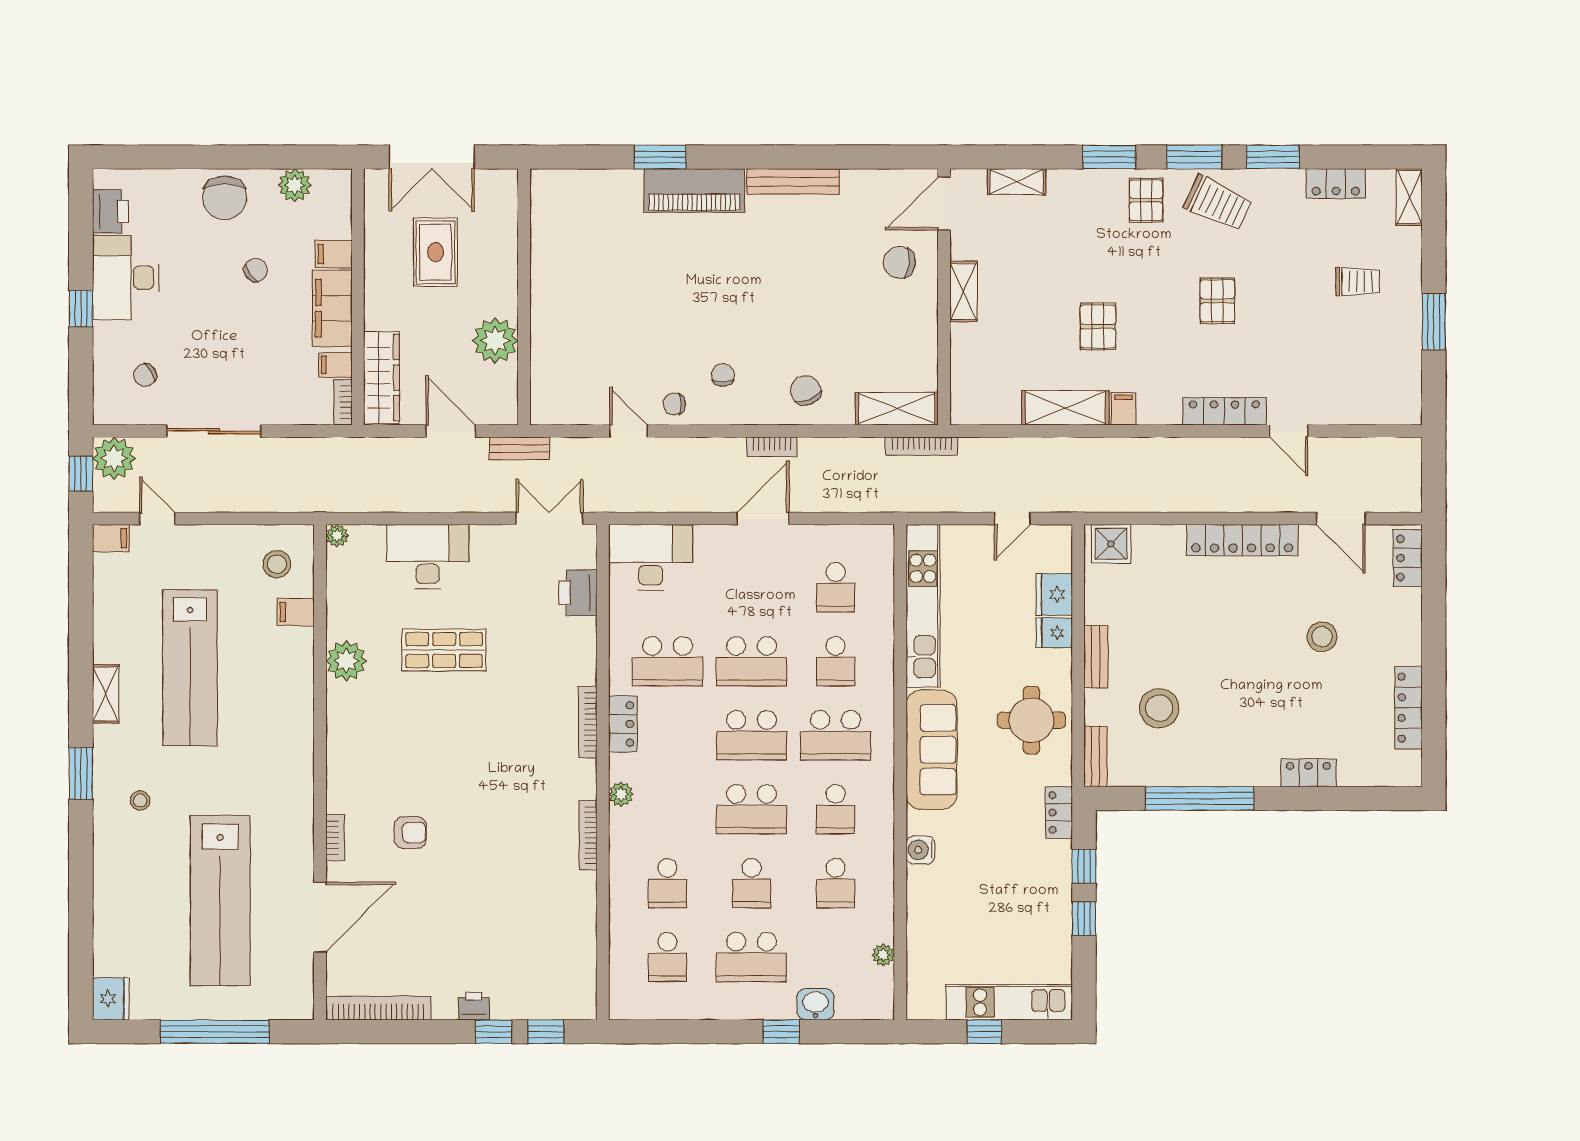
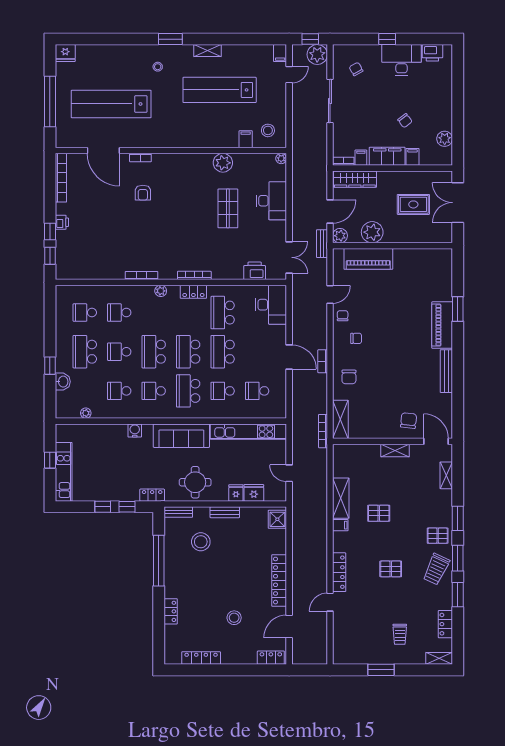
chair: (225, 198) -> (439, 106), removed
piano: (552, 349) -> (368, 259), added
chair: (806, 390) -> (349, 377), turned 112
plant: (503, 410) -> (340, 236), added

